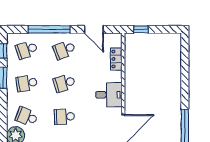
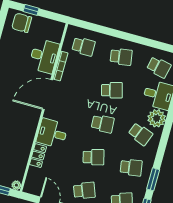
plant: (129, 37) -> (16, 185), added
locker: (116, 59) -> (38, 156), moved

